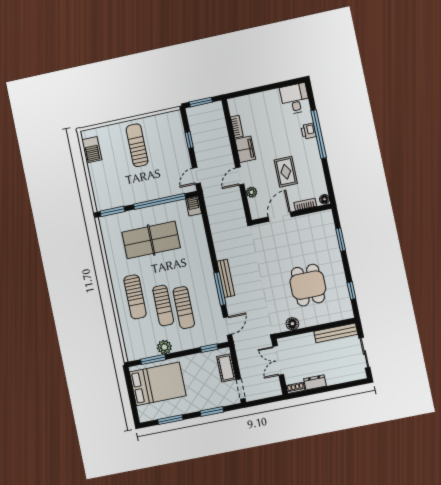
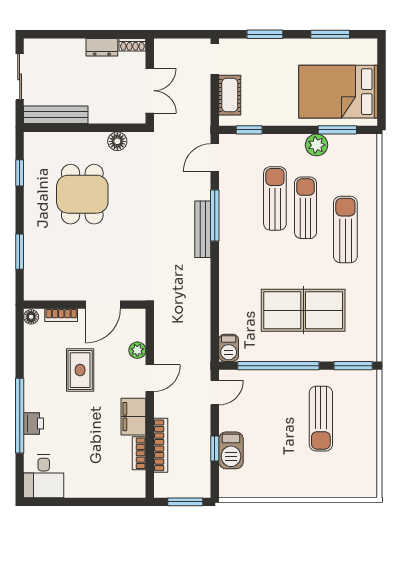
bookcase: (224, 135) -> (161, 445), added
sun lounger: (137, 145) -> (321, 419), moved
barbecue: (92, 150) -> (231, 450), moved, turned 180

